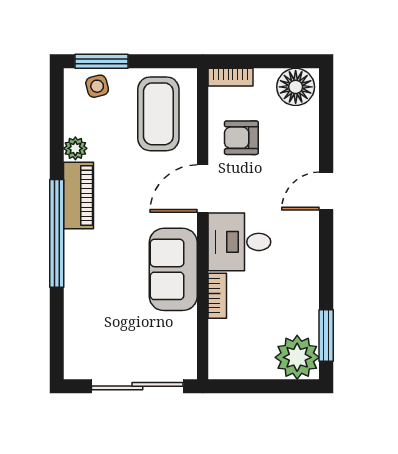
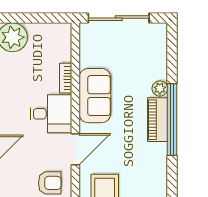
plant: (75, 148) -> (160, 88), moved
piano: (79, 195) -> (158, 120), moved

